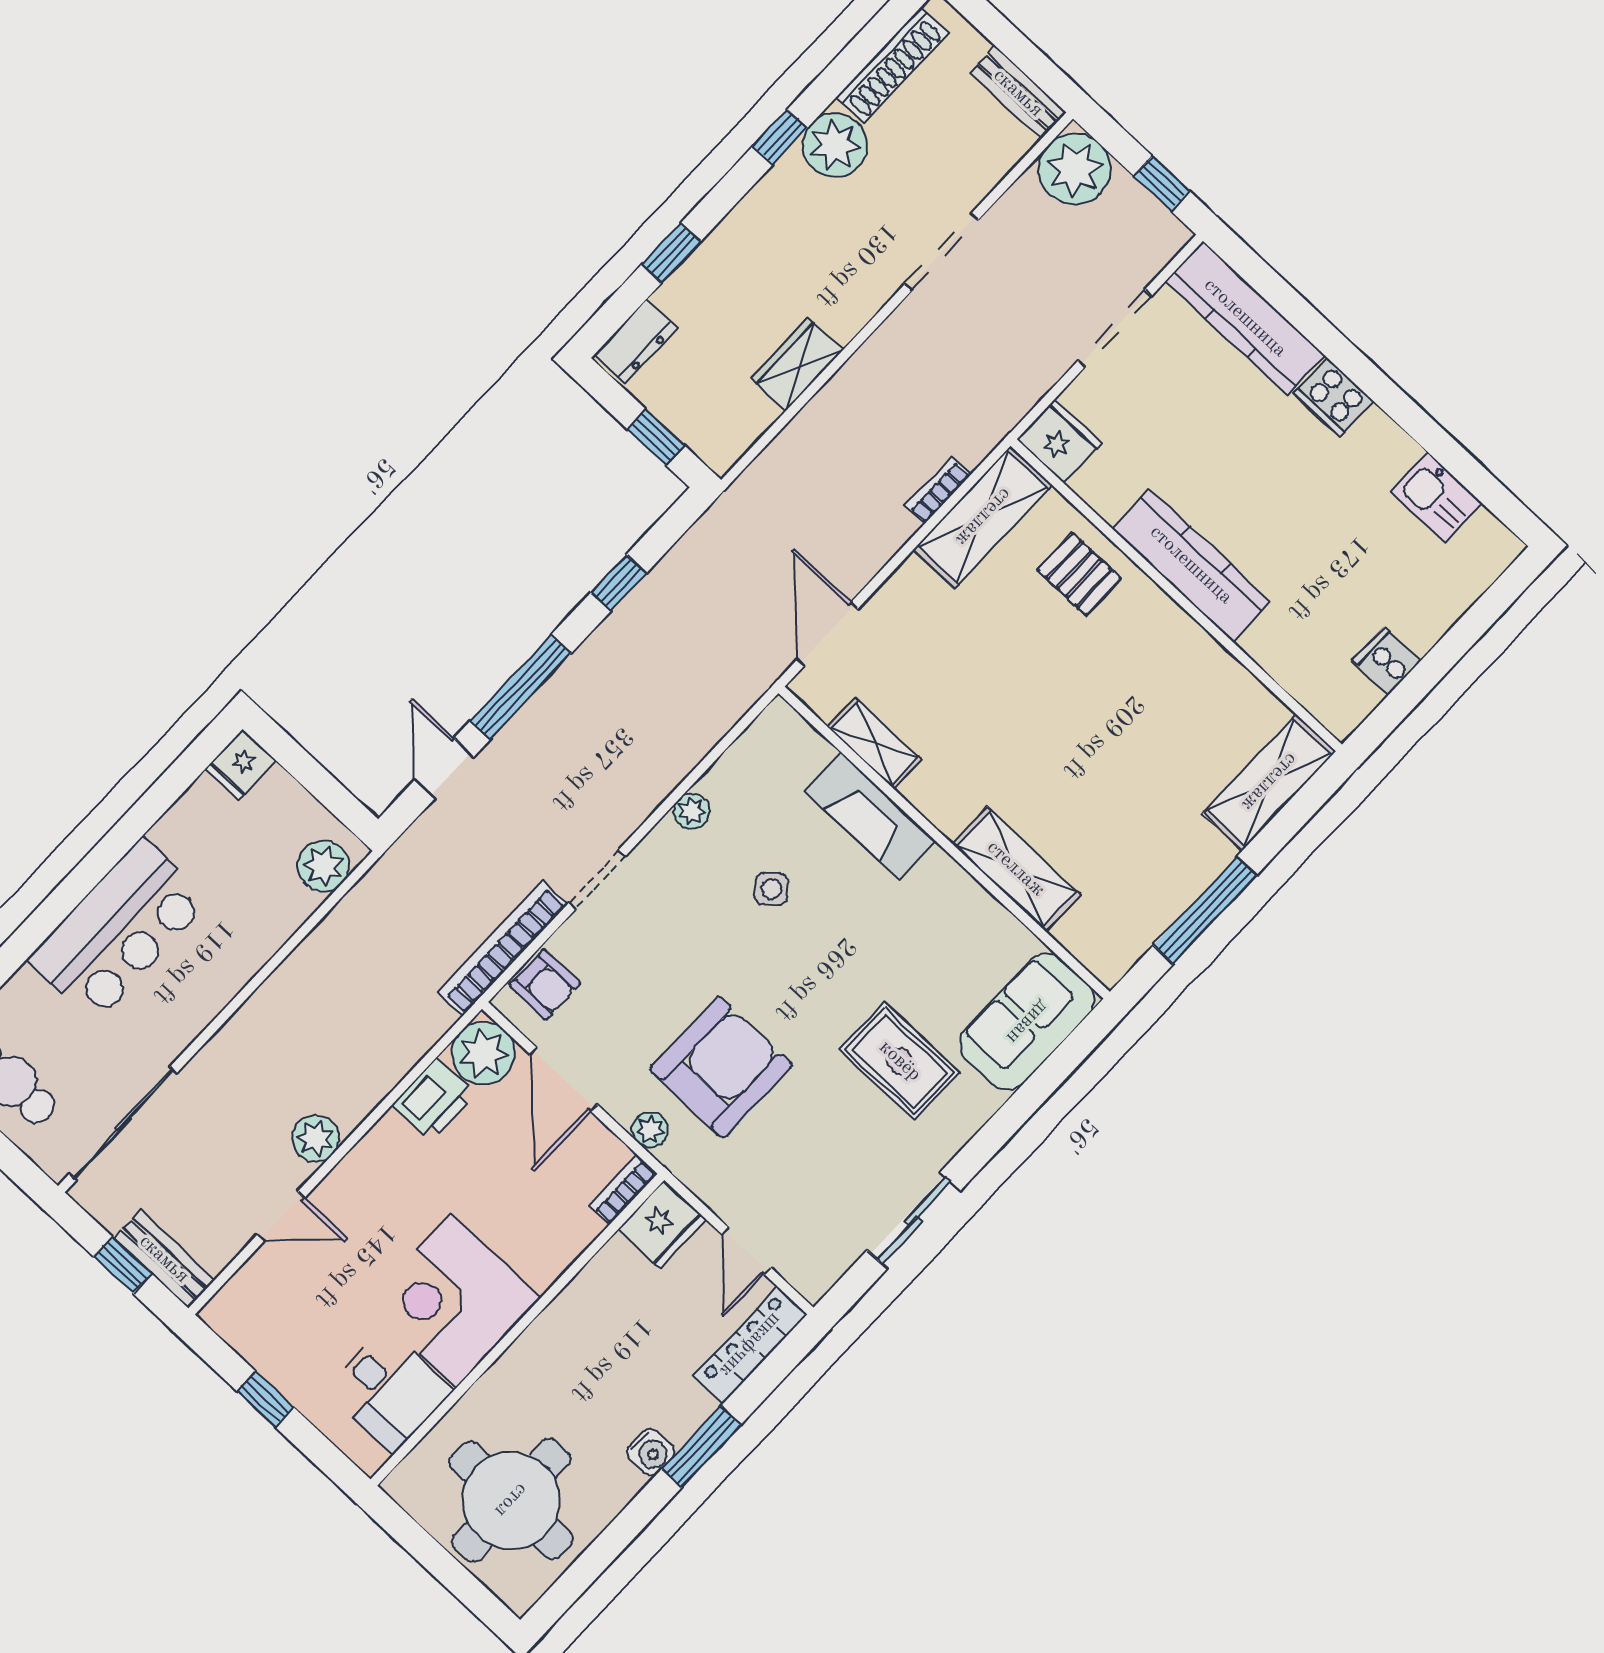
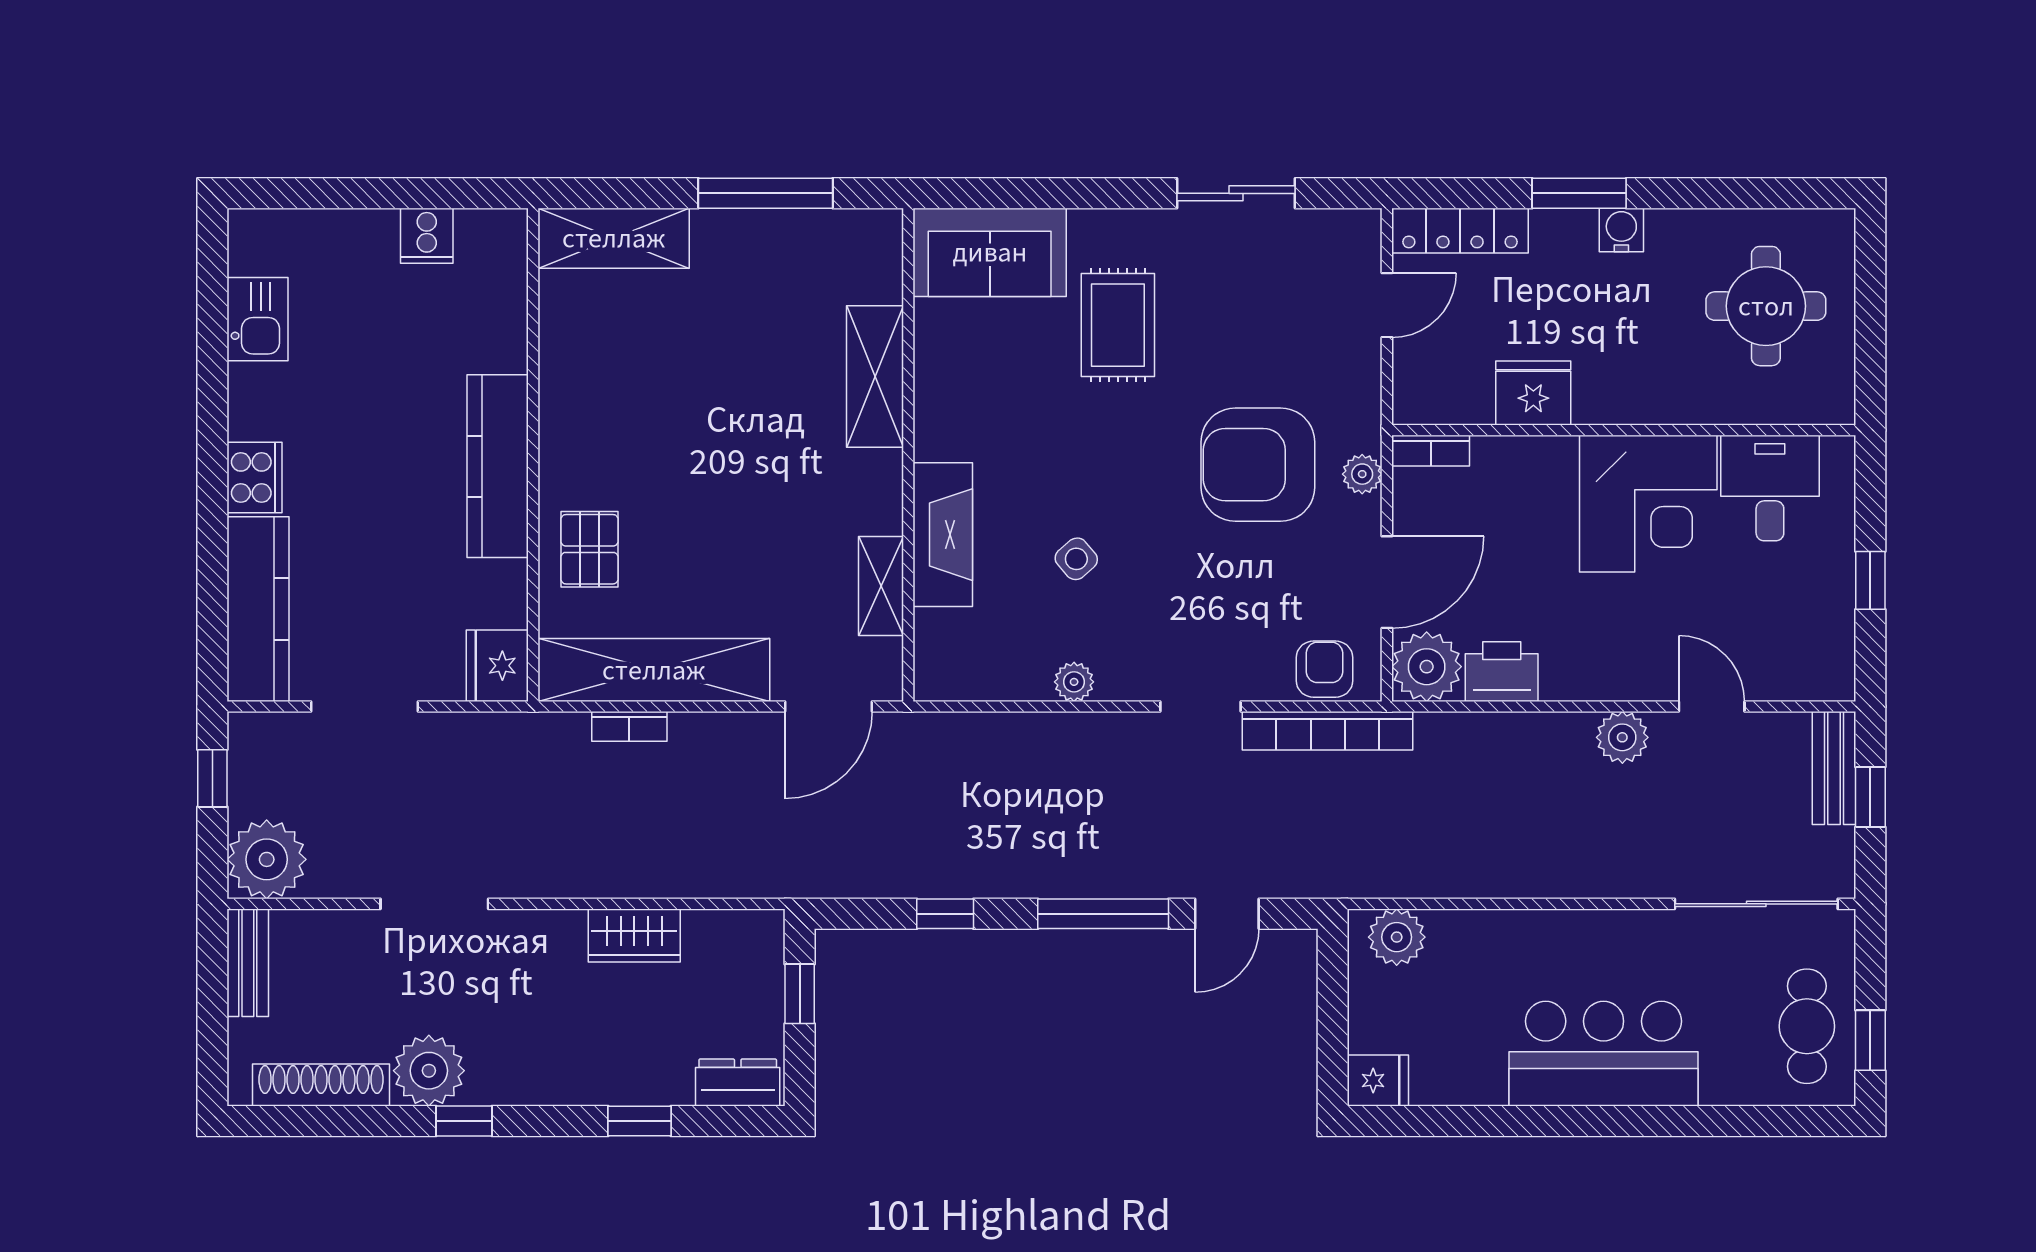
shelving: (983, 517) -> (654, 670), width x1.47
fridge: (662, 1224) -> (1533, 393), moved
round table: (511, 1500) -> (1766, 306), width x0.73, depth x0.73

